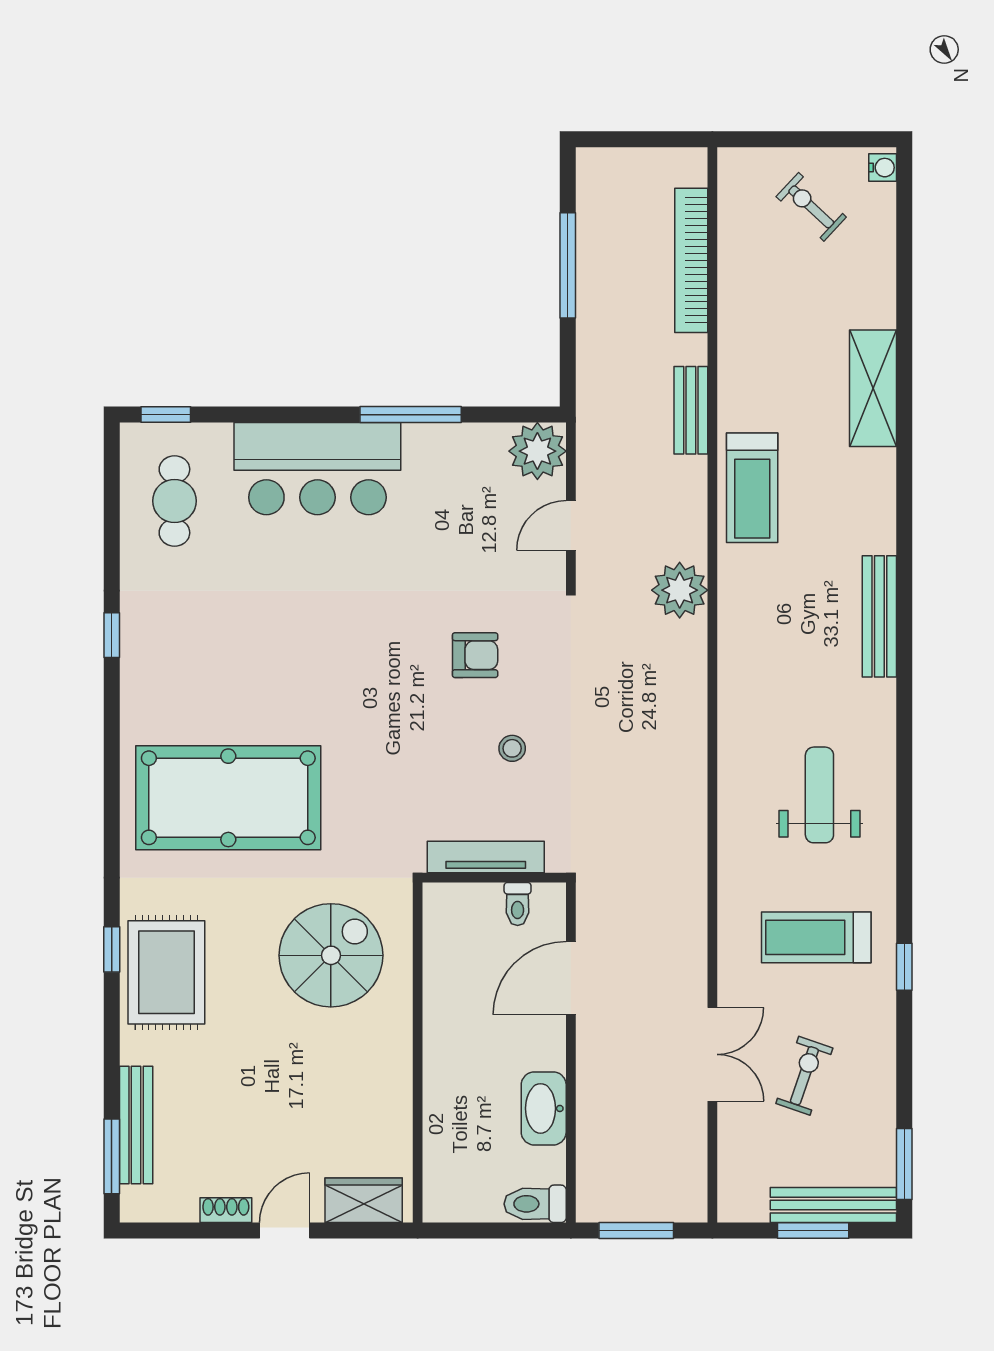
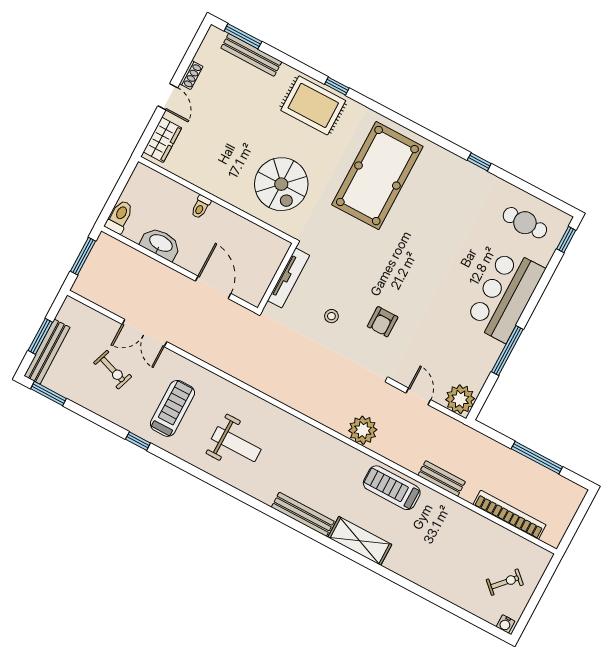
shelving: (873, 388) -> (360, 541), moved
toilet: (518, 904) -> (201, 207), moved, turned -90

